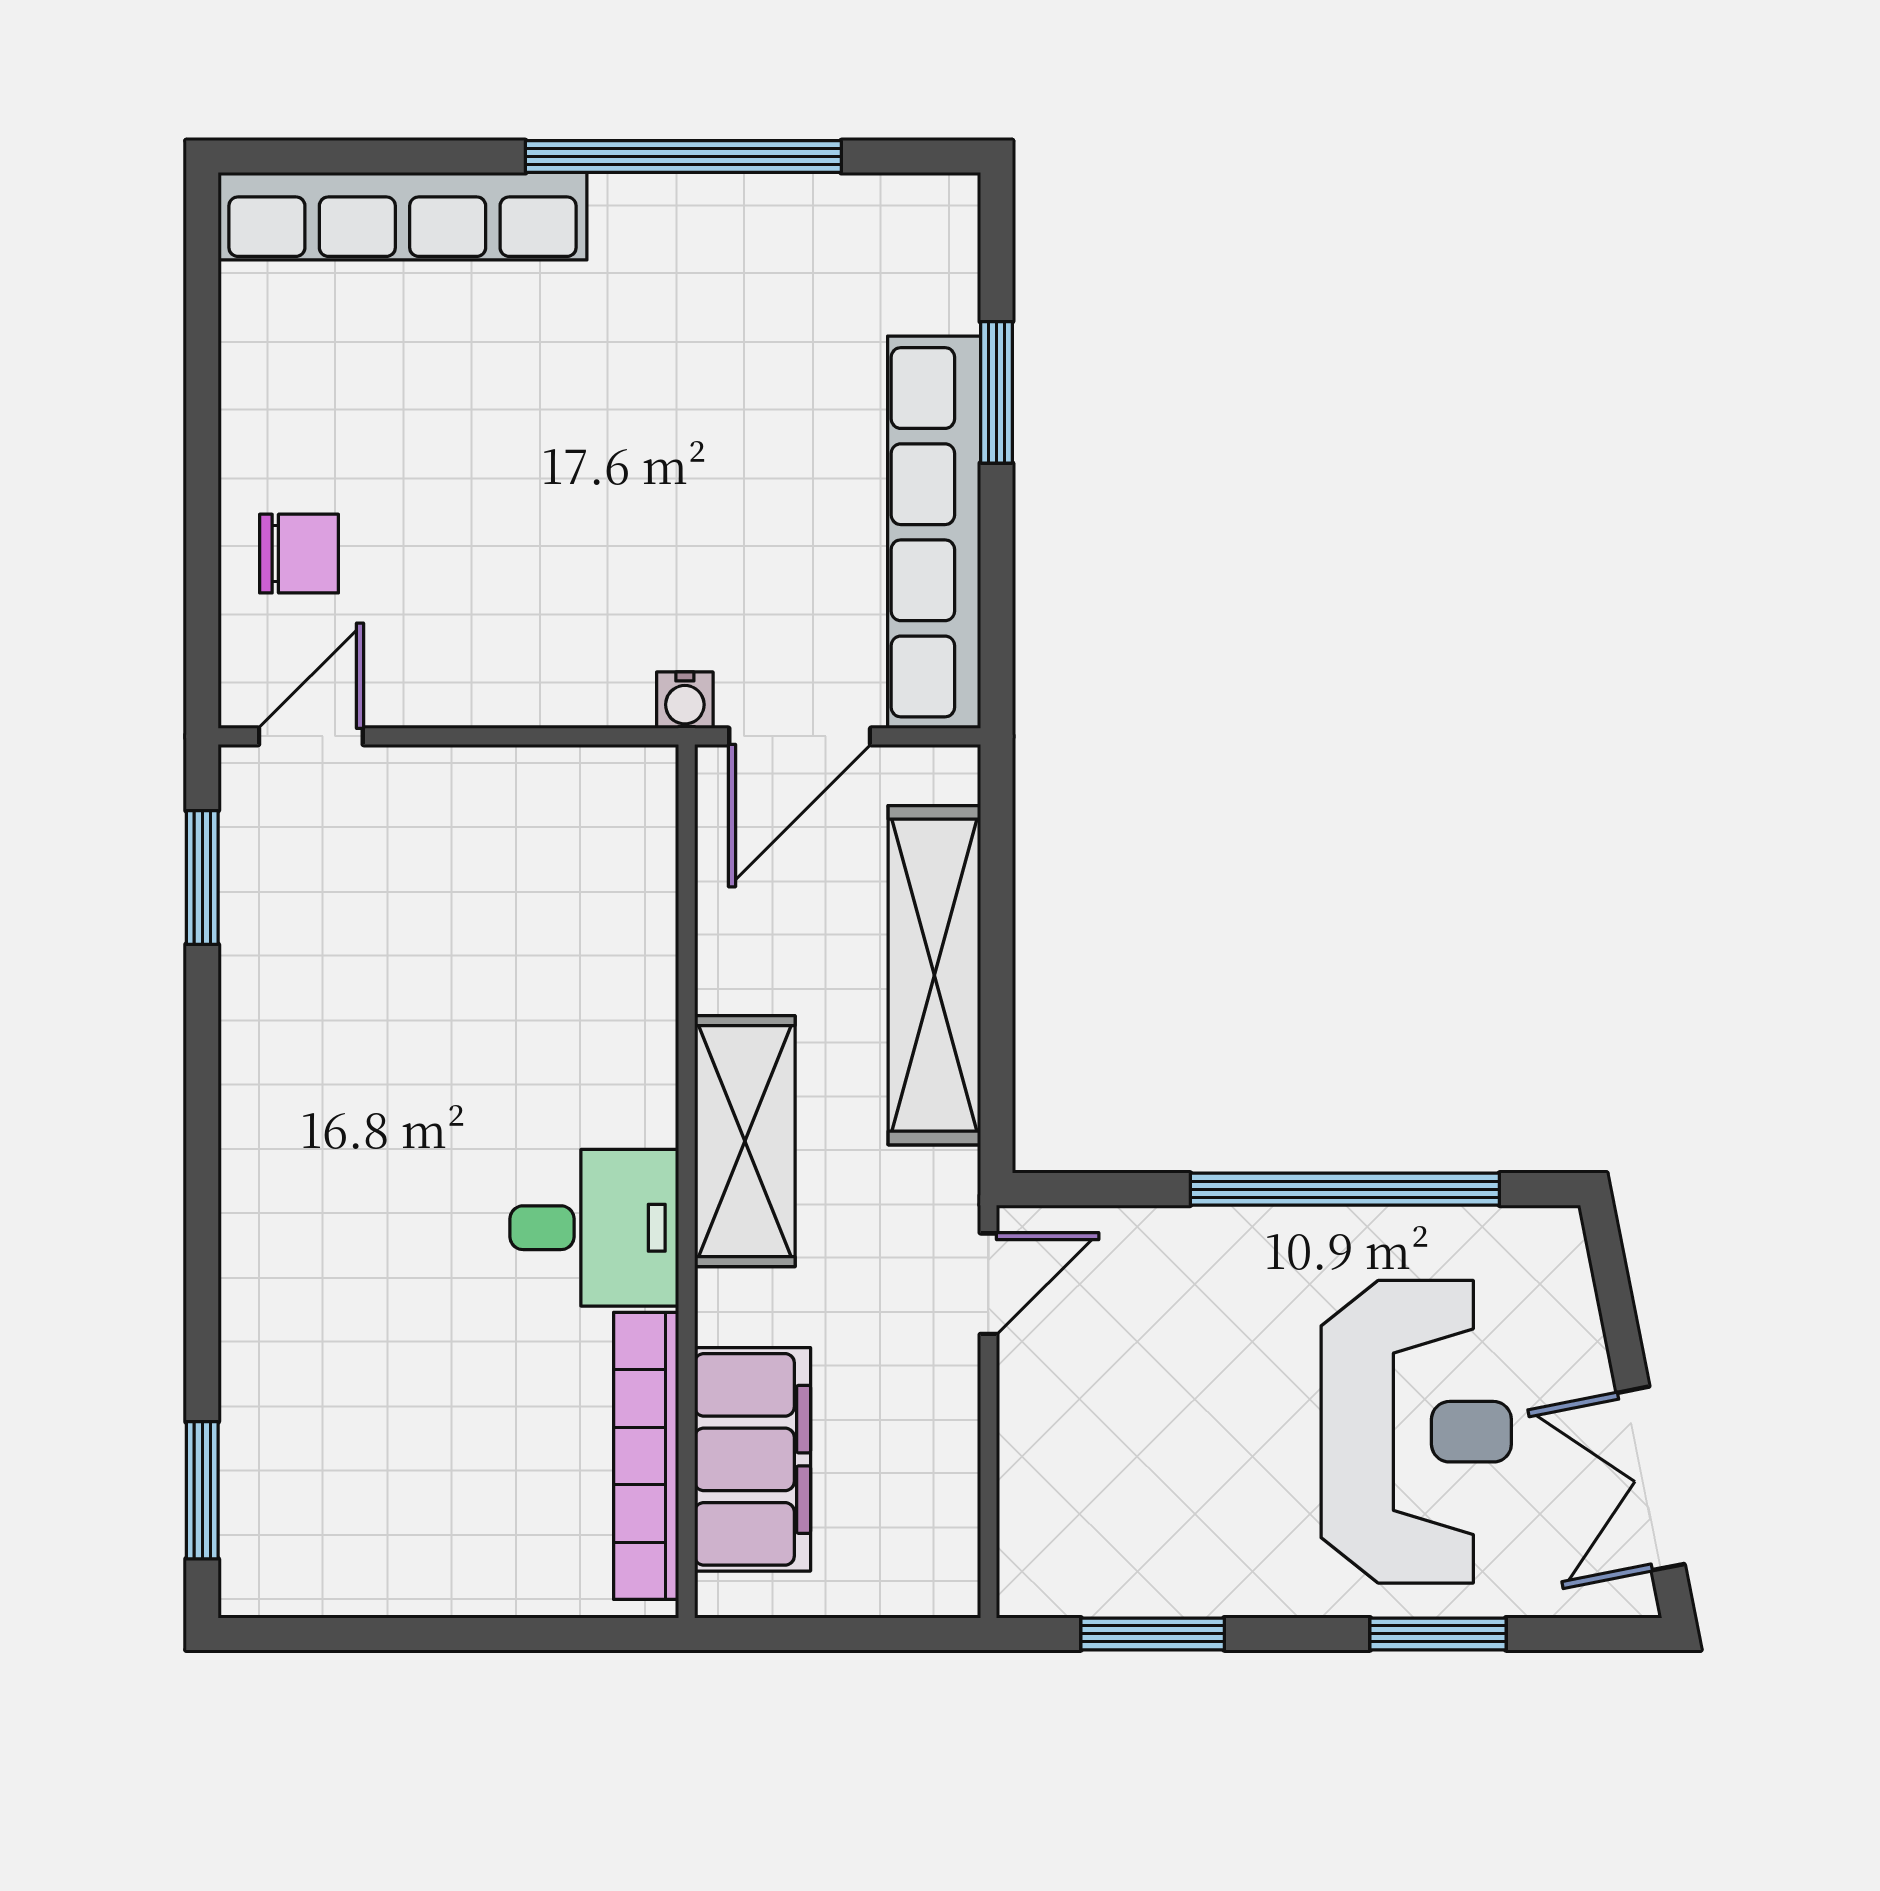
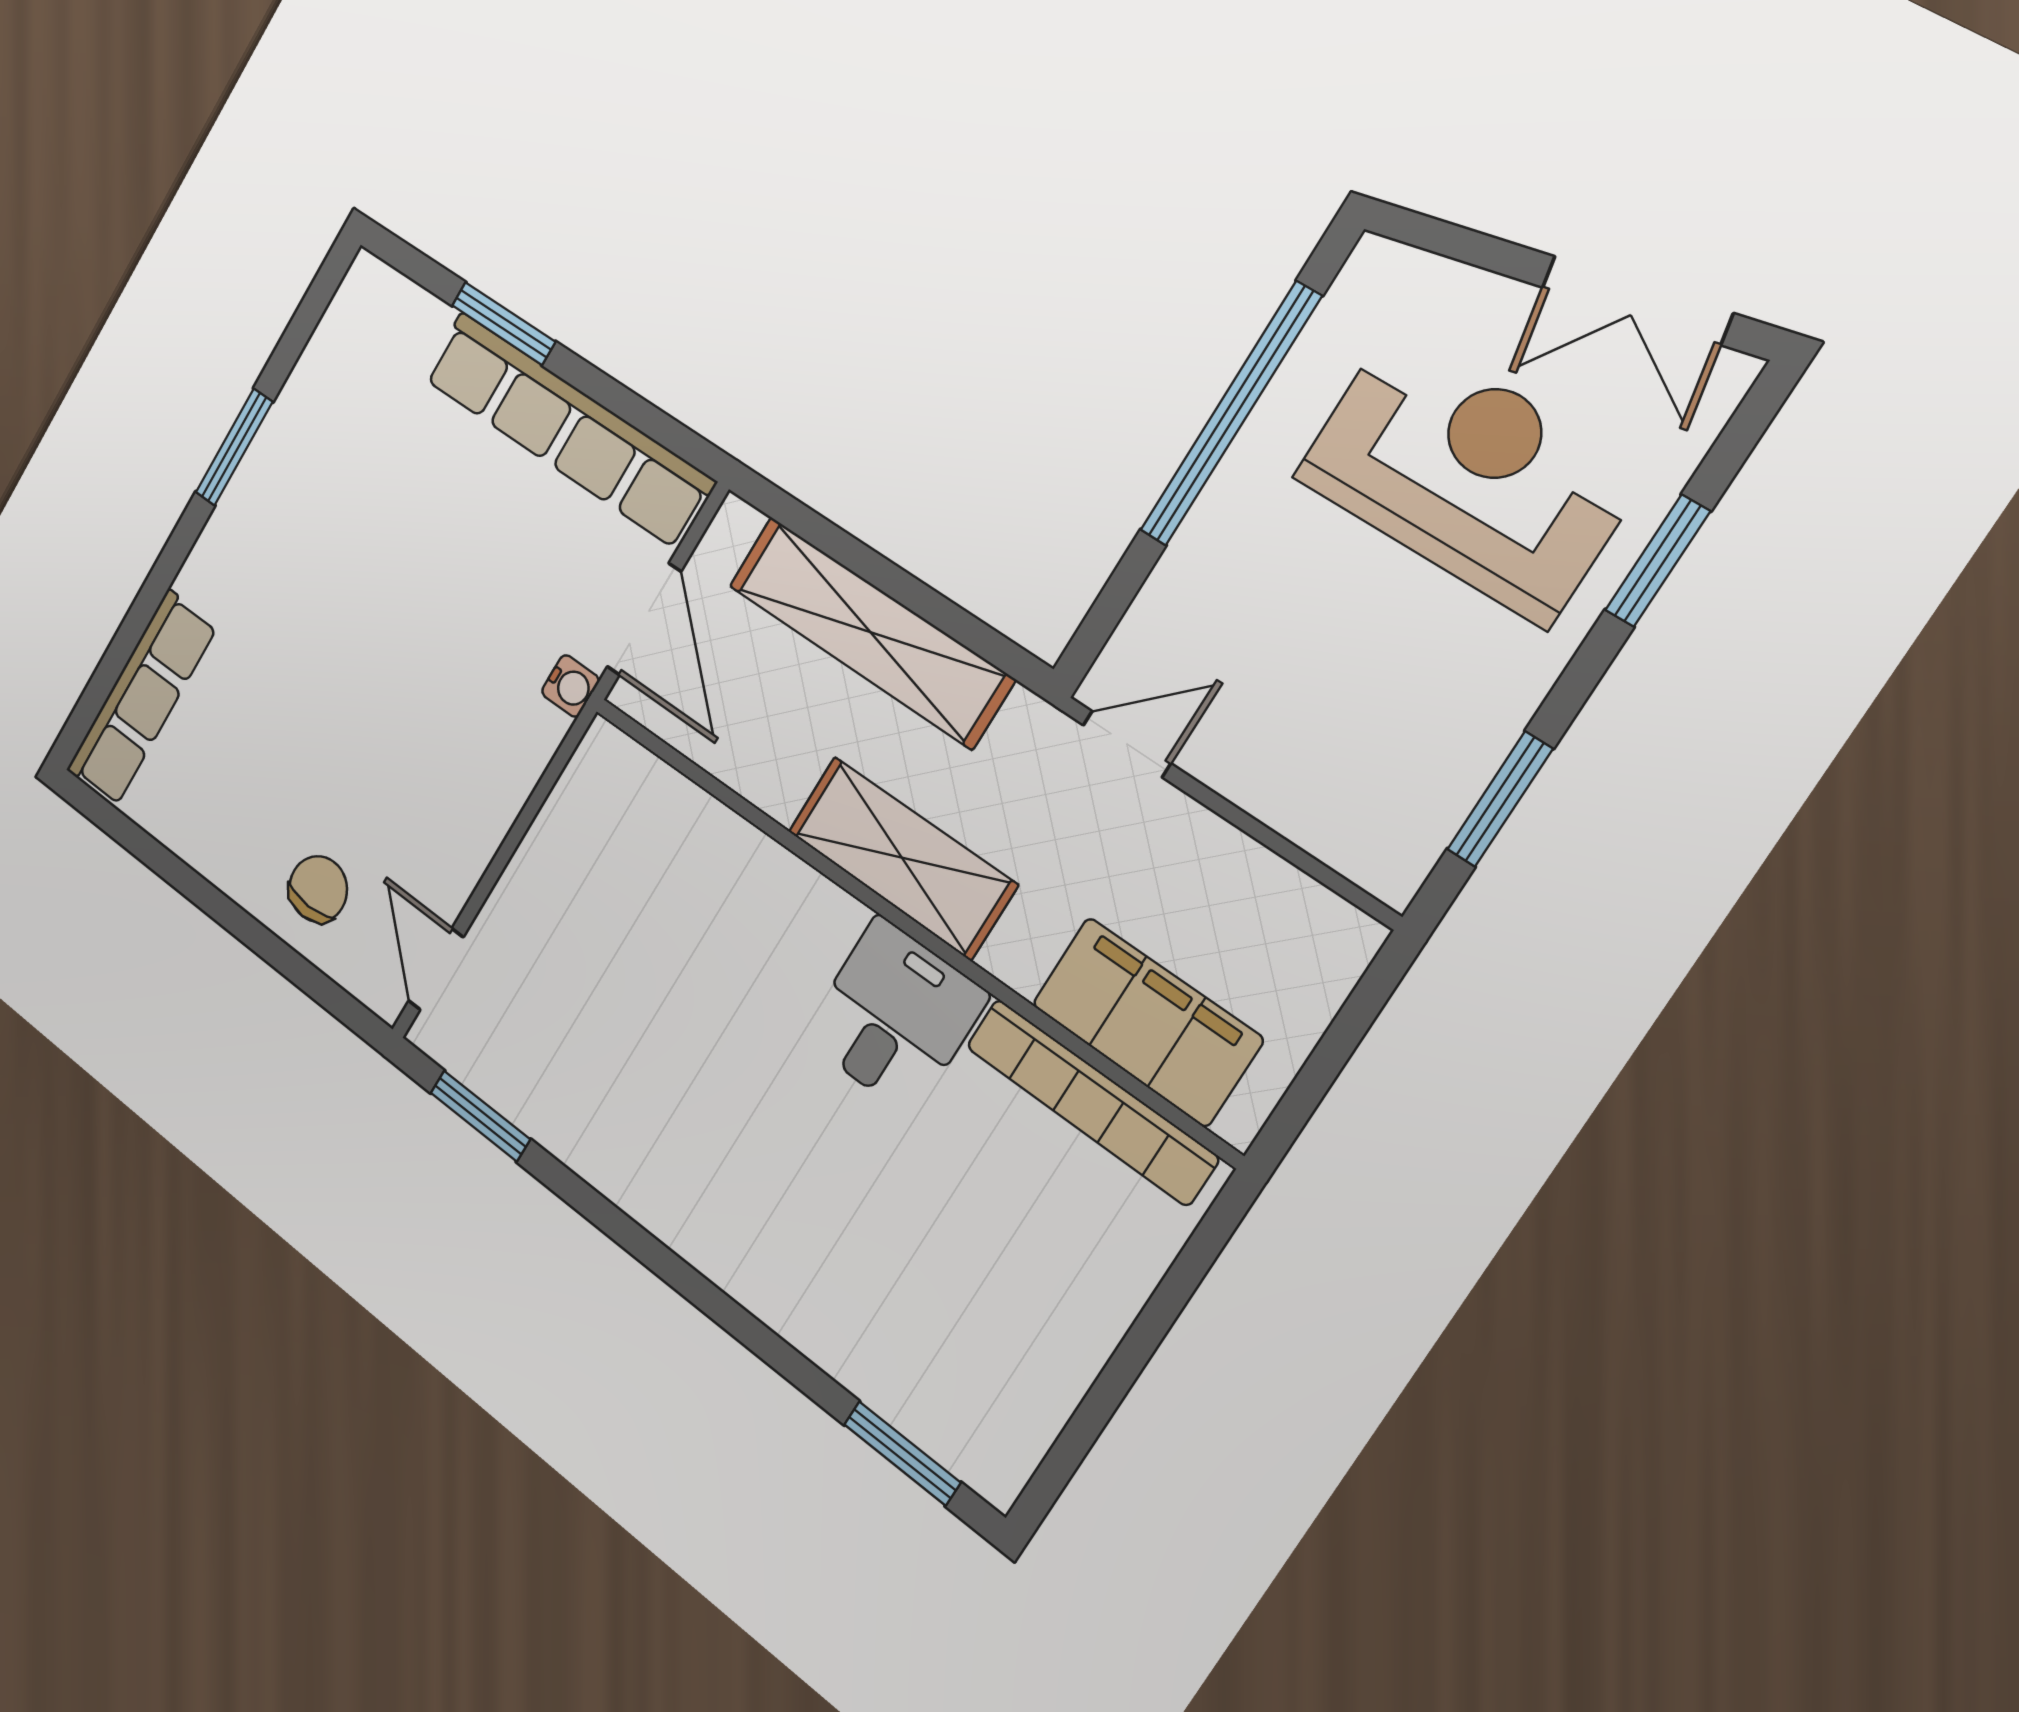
window: (683, 157) -> (234, 447), width x0.47
row of seats: (403, 216) -> (142, 698), width x0.73
door: (988, 1284) -> (1127, 744), hinge flipped

